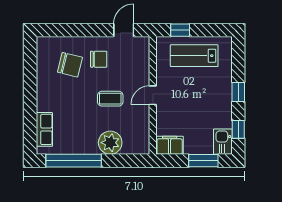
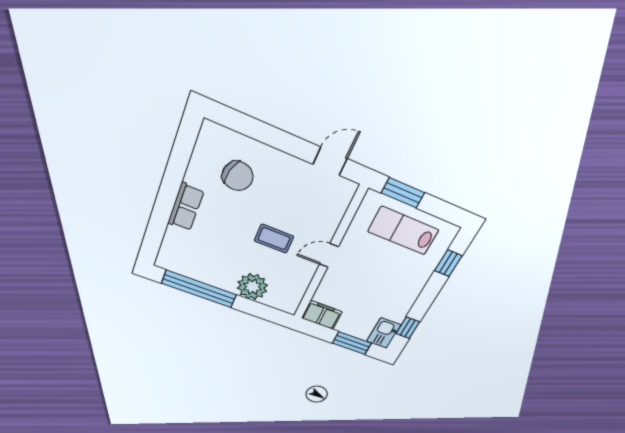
window: (180, 30) -> (403, 193), width x1.50
chair: (99, 59) -> (280, 185), removed
window: (238, 92) -> (448, 263), moved
row of seats: (44, 129) -> (186, 207), moved

